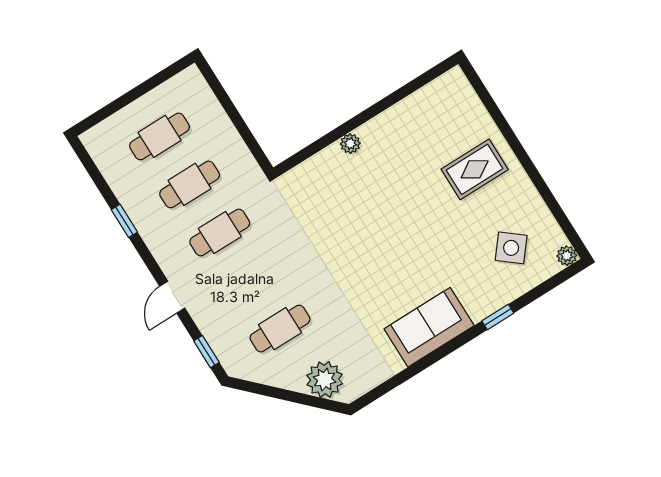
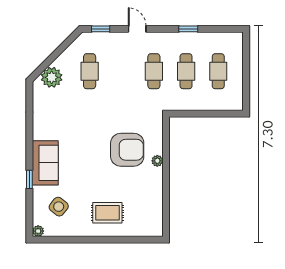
rug: (475, 169) -> (107, 213), turned 90
armchair: (362, 199) -> (127, 150), added
sofa: (429, 327) -> (45, 163), moved

